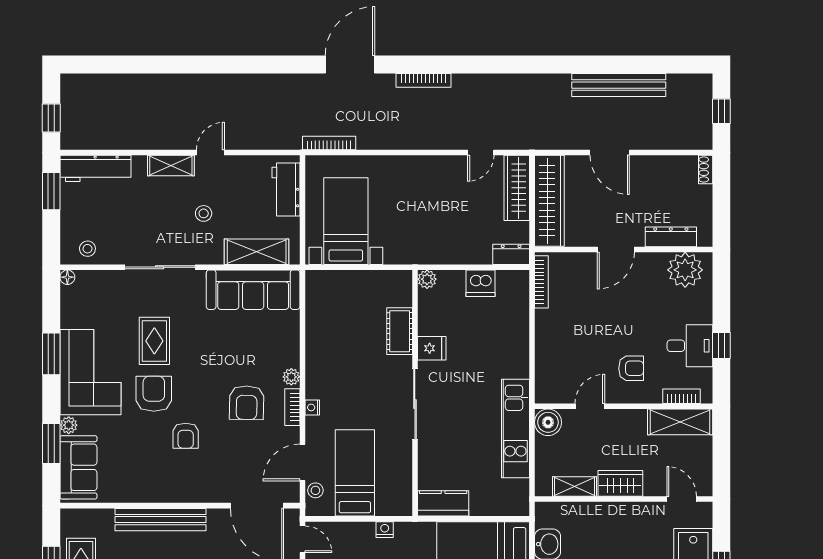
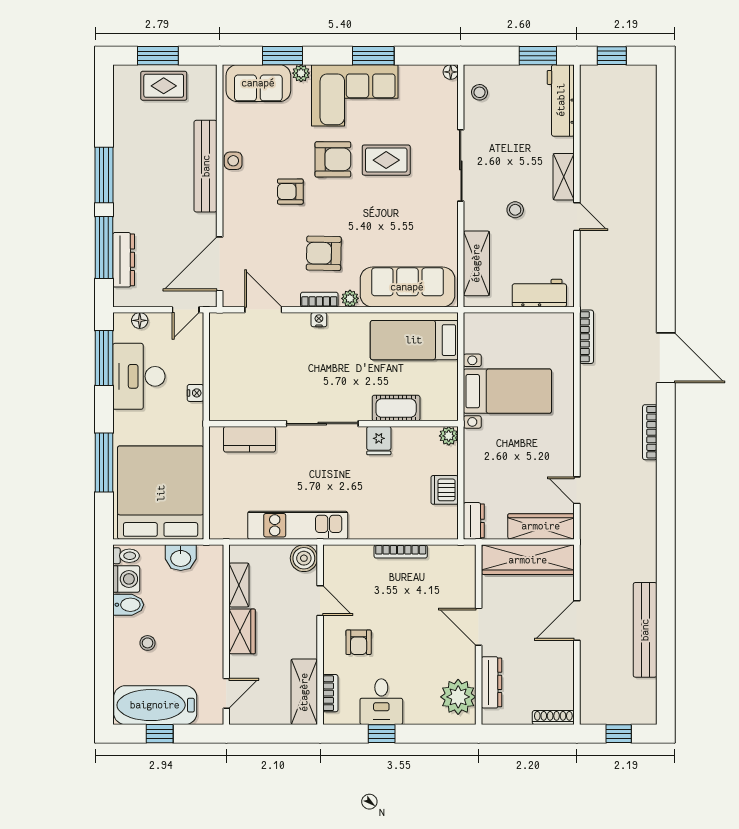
shoe rack: (706, 170) -> (553, 718), width x1.43
bed with nightstands: (346, 221) -> (507, 391), moved
bookcase: (541, 282) -> (401, 551), moved
sofa: (253, 290) -> (407, 287), moved, turned 90
bed: (355, 473) -> (414, 340), moved, turned 180
stool: (315, 490) -> (235, 323), removed
side table: (155, 492) -> (233, 161), added
kitchen counter: (443, 503) -> (249, 439), moved, turned 90

